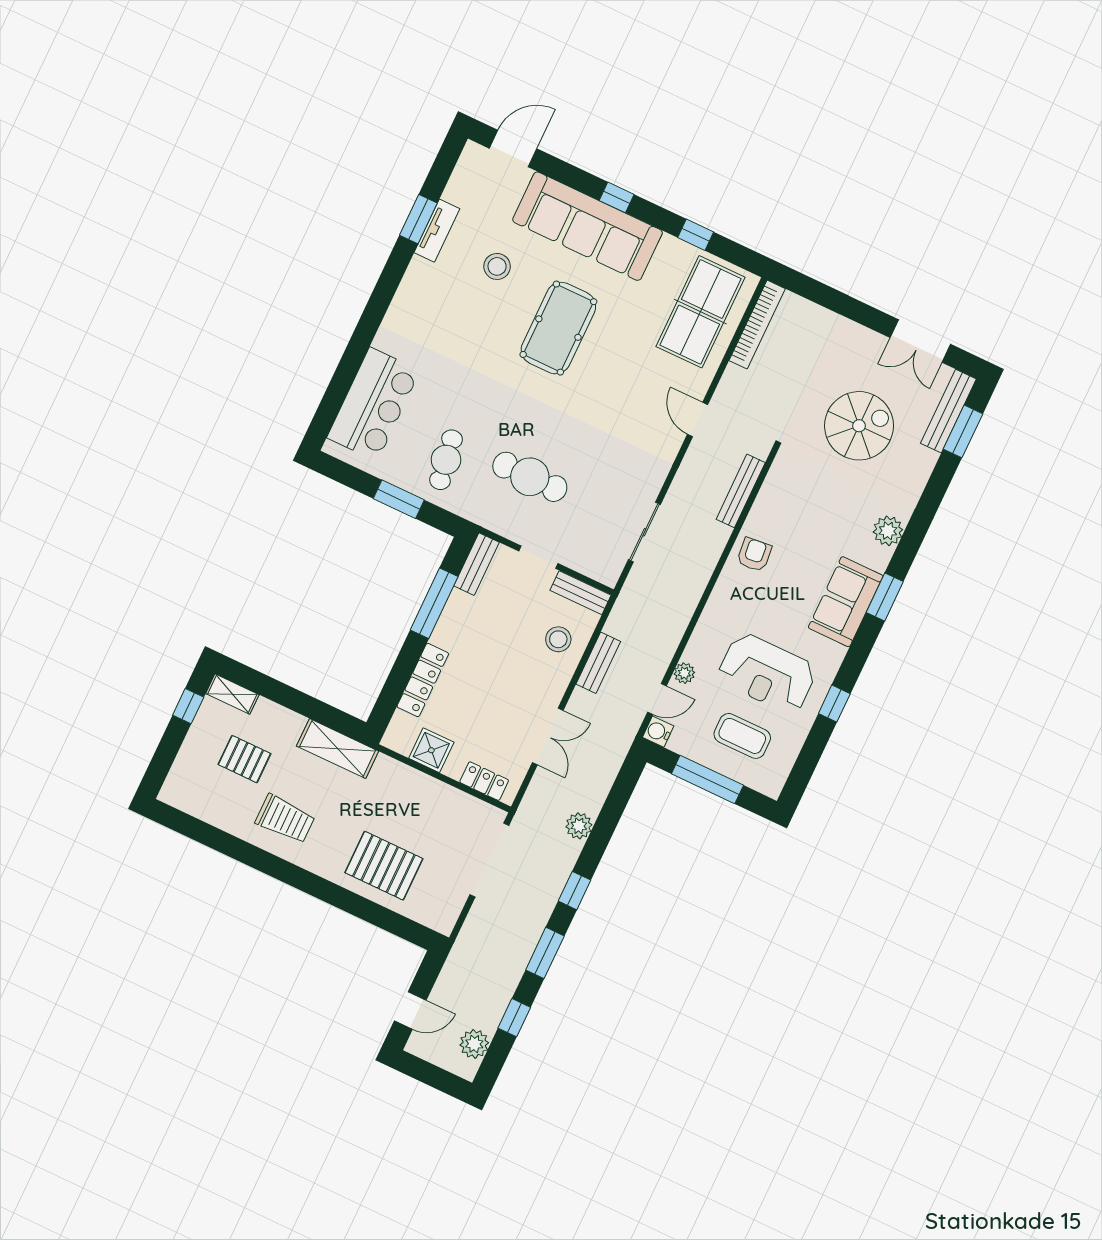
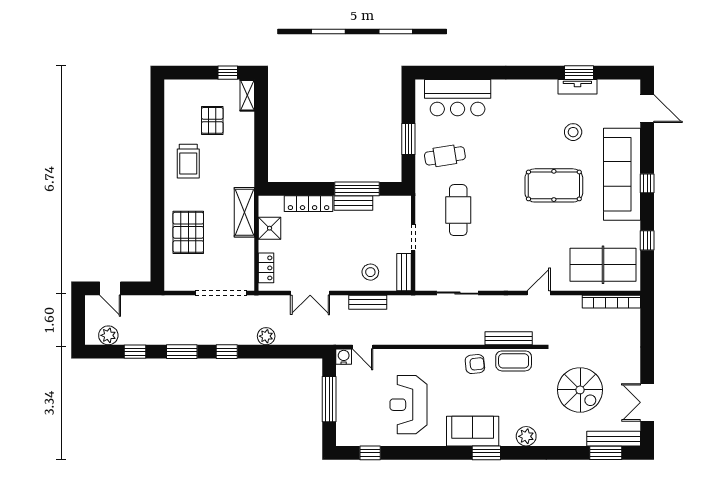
bench: (476, 564) -> (353, 203), moved
plant: (684, 673) -> (385, 356), removed
window: (834, 704) -> (370, 453), moved
coffee table: (742, 736) -> (514, 361), moved, turned 90
shelving: (338, 749) -> (244, 212), moved

